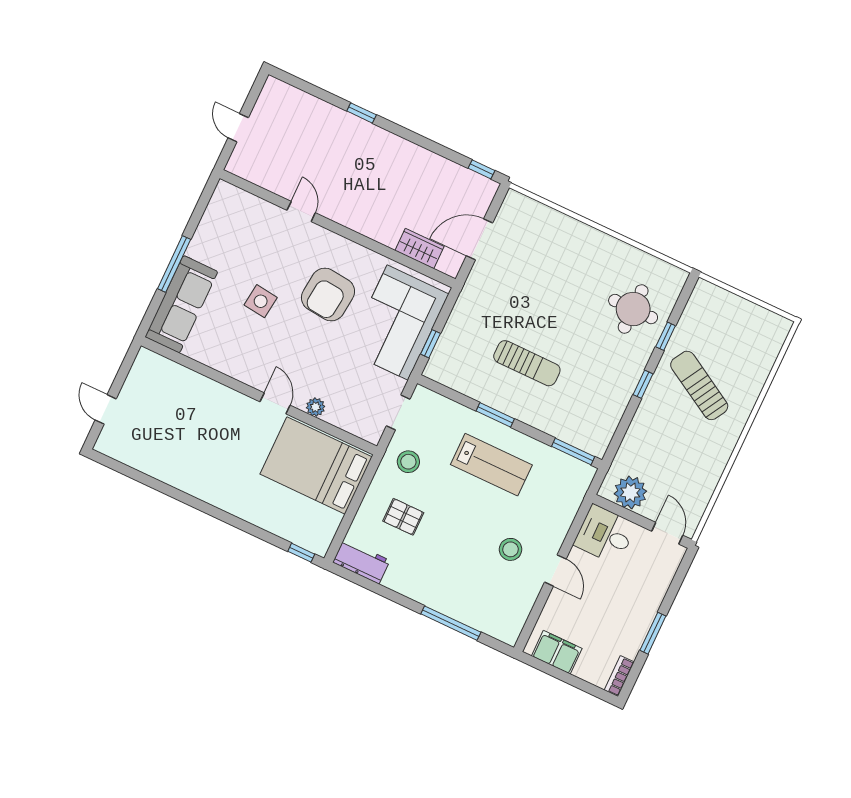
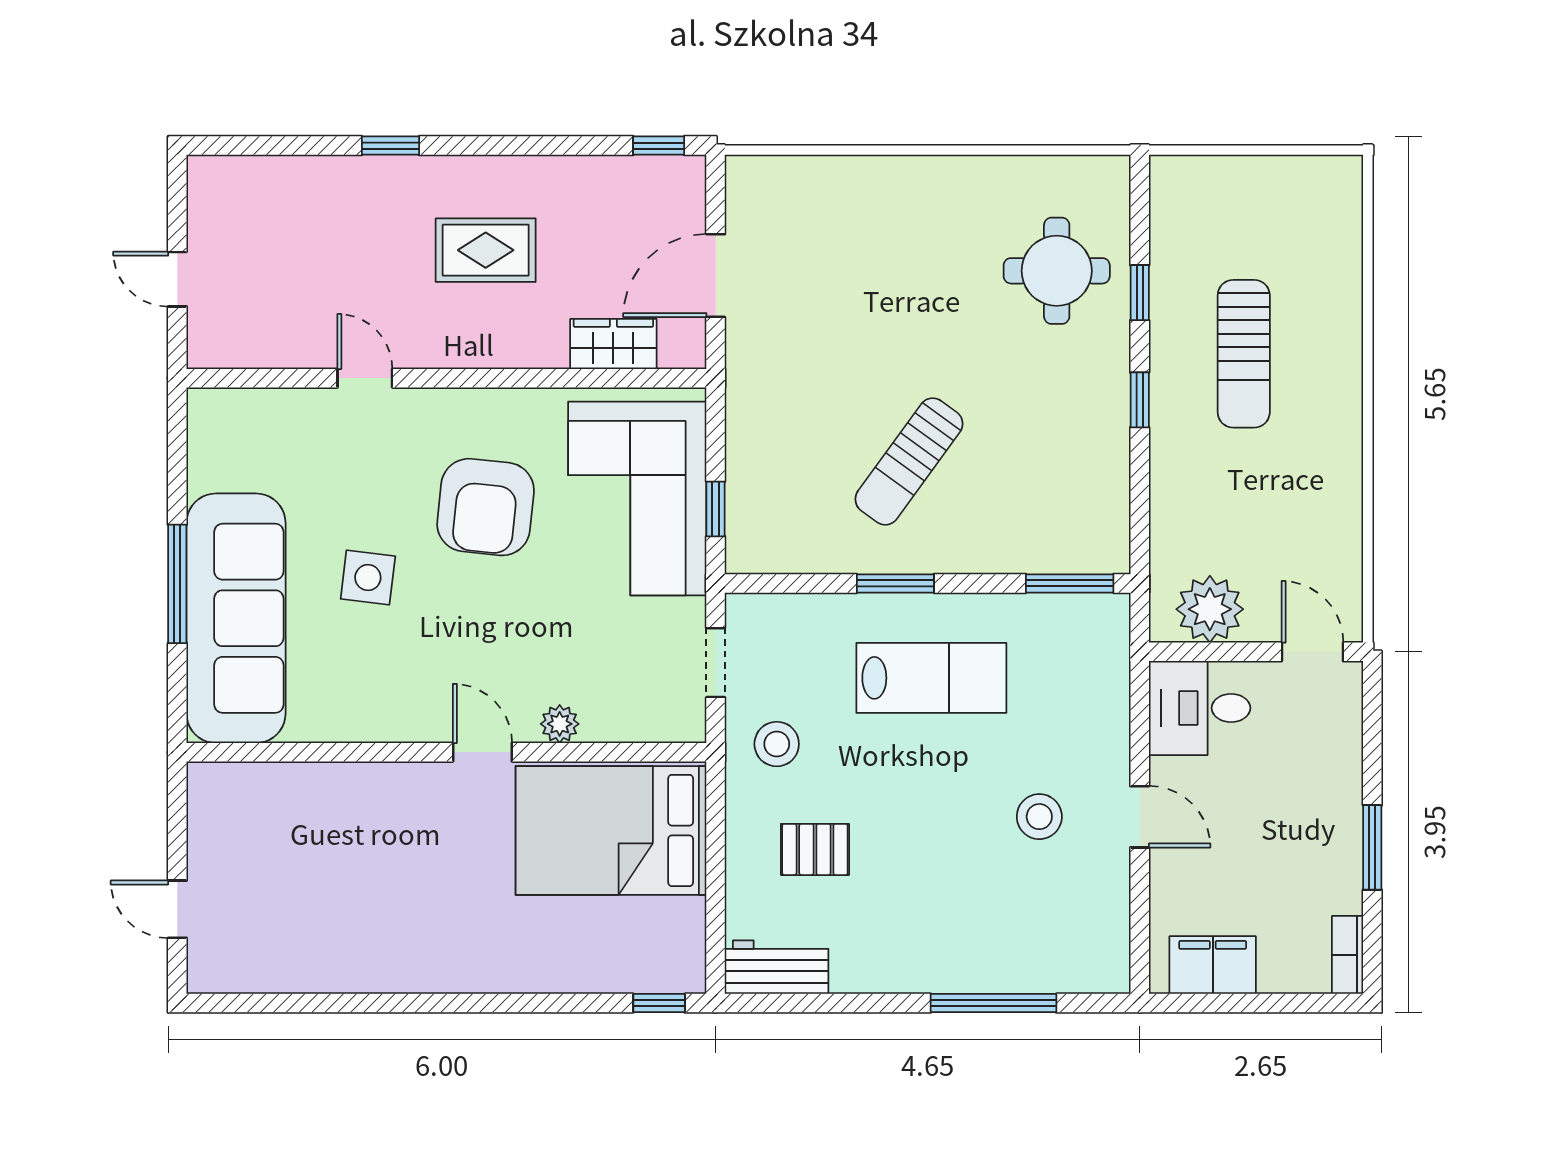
rug: (382, 180) -> (486, 250), added
sofa: (181, 304) -> (236, 618), width x1.36, depth x1.27
sun lounger: (527, 363) -> (909, 461), turned 126
sun lounger: (699, 385) -> (1244, 354), turned -120

